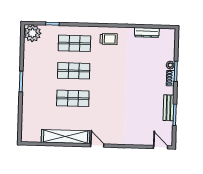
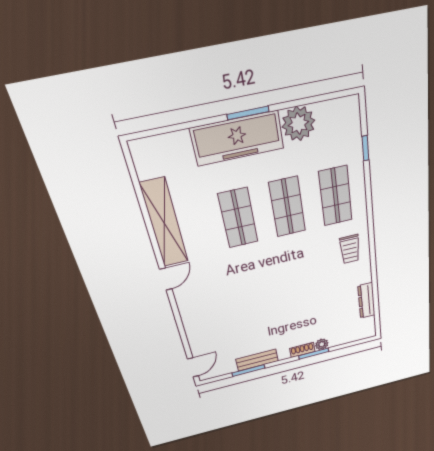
plant: (32, 33) -> (298, 124), moved
freezer: (32, 89) -> (237, 138), added

